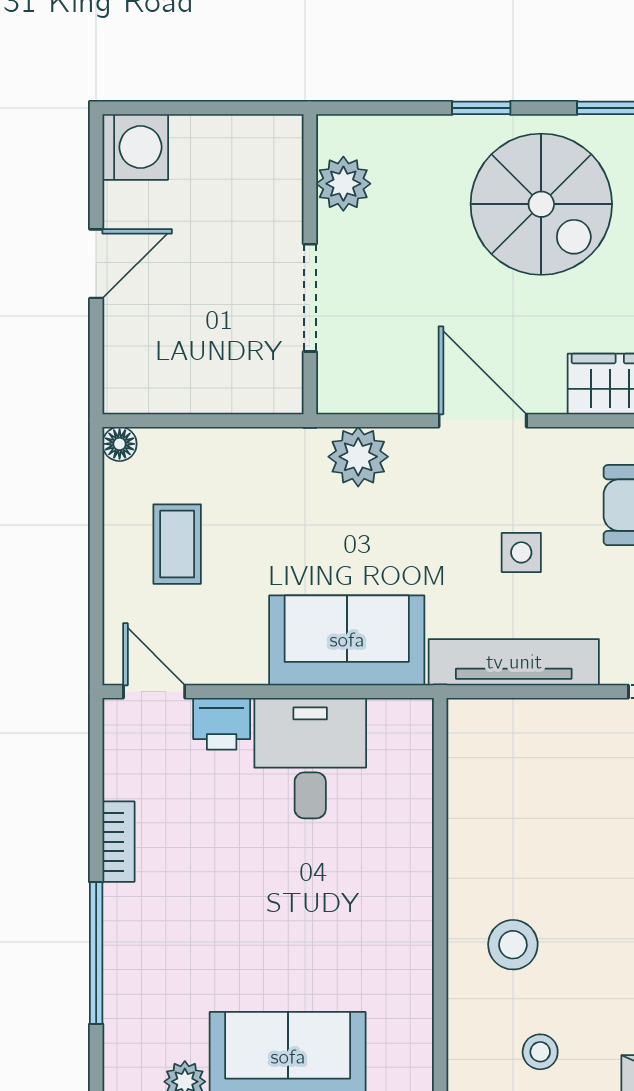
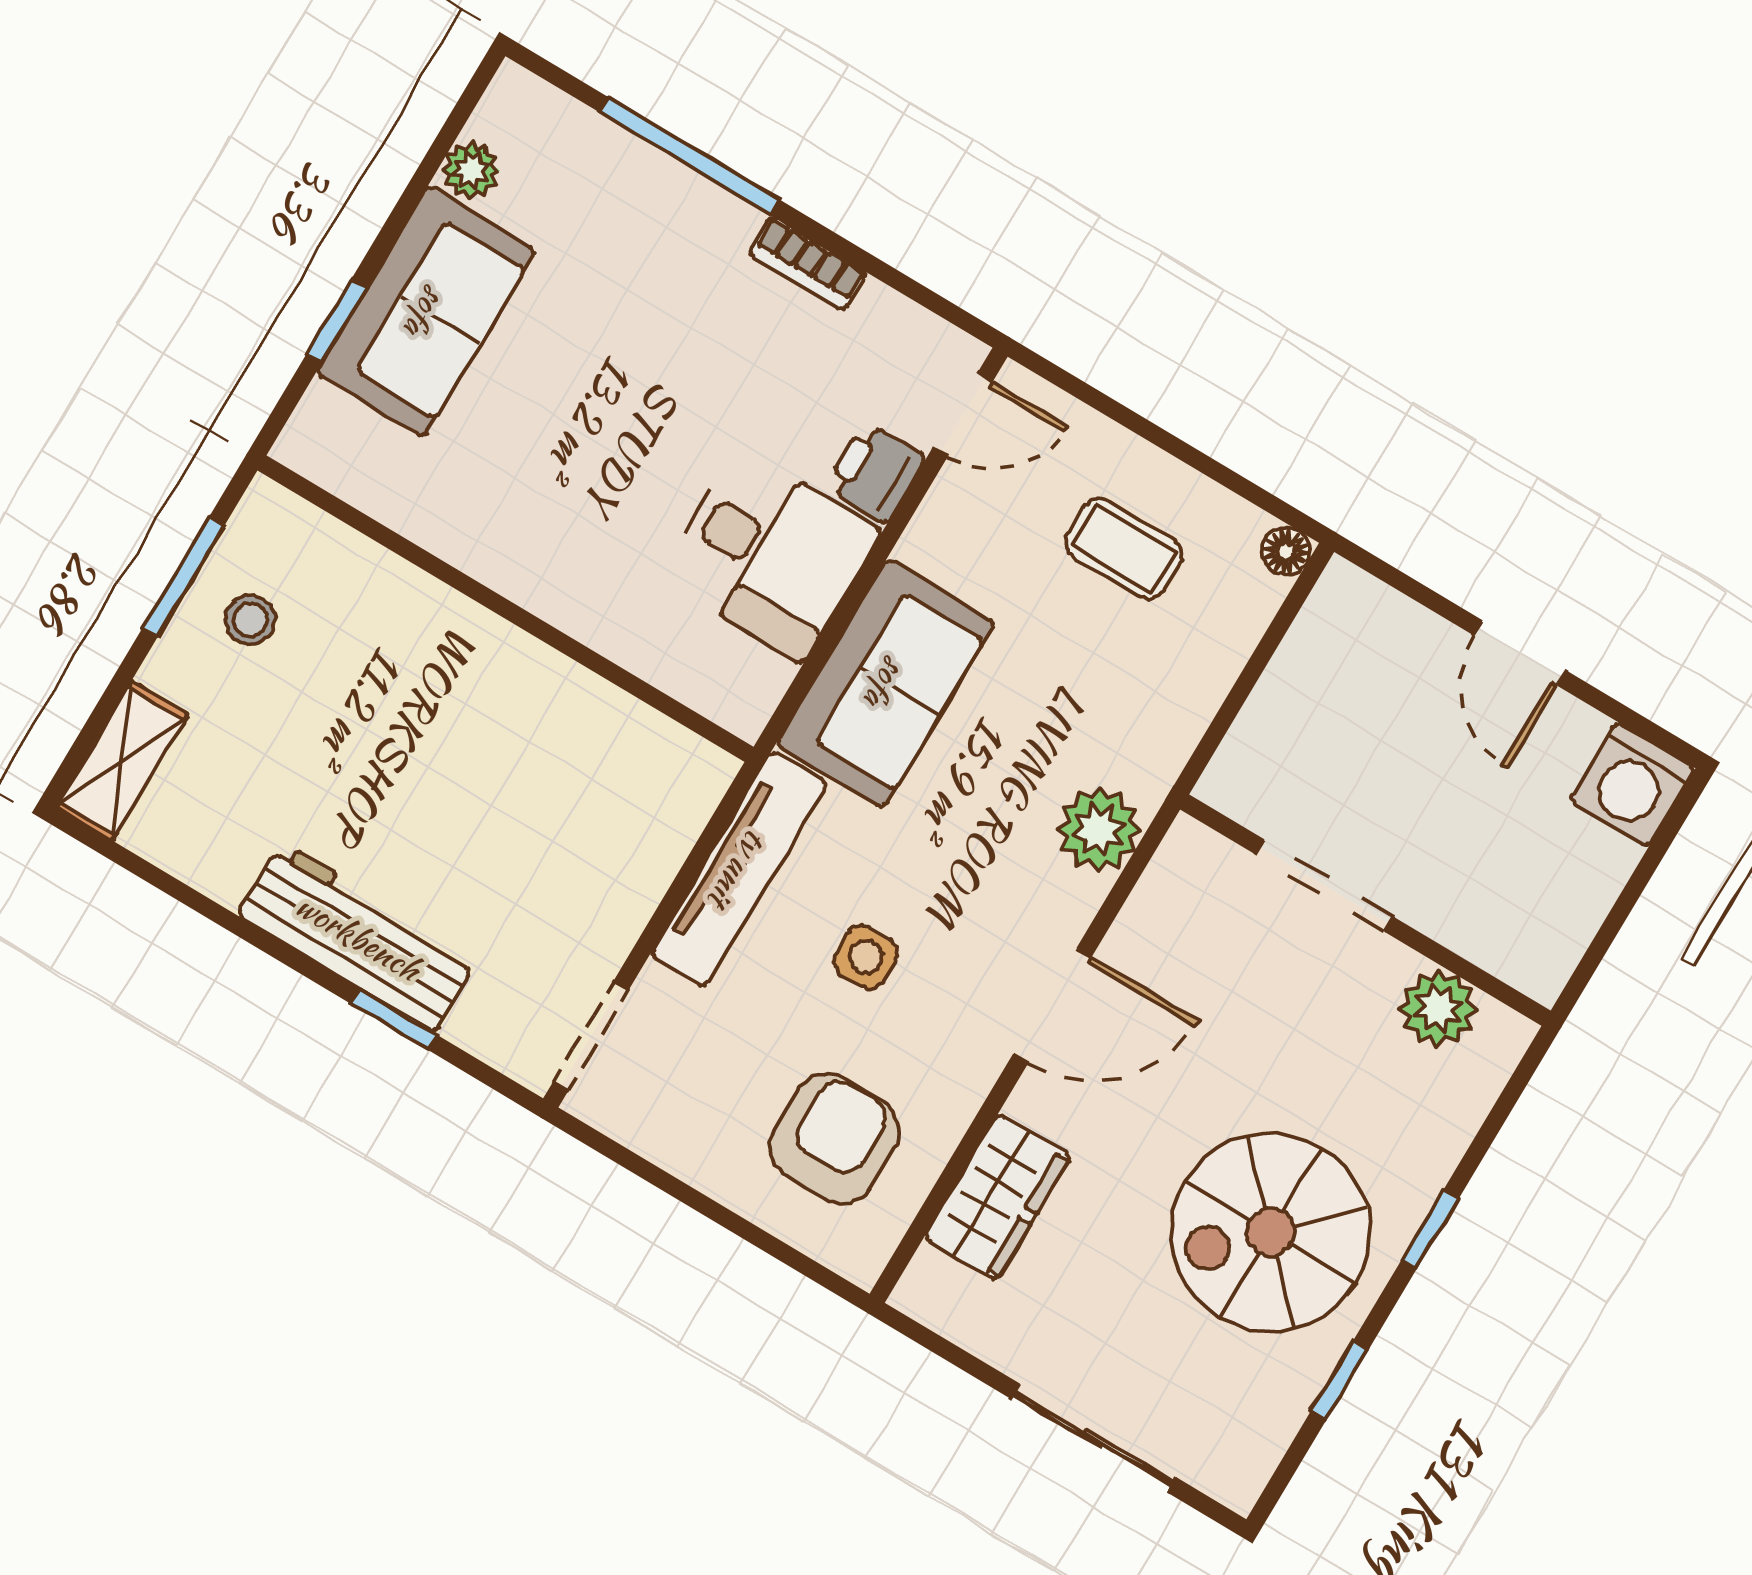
stool: (513, 945) -> (399, 664), removed

